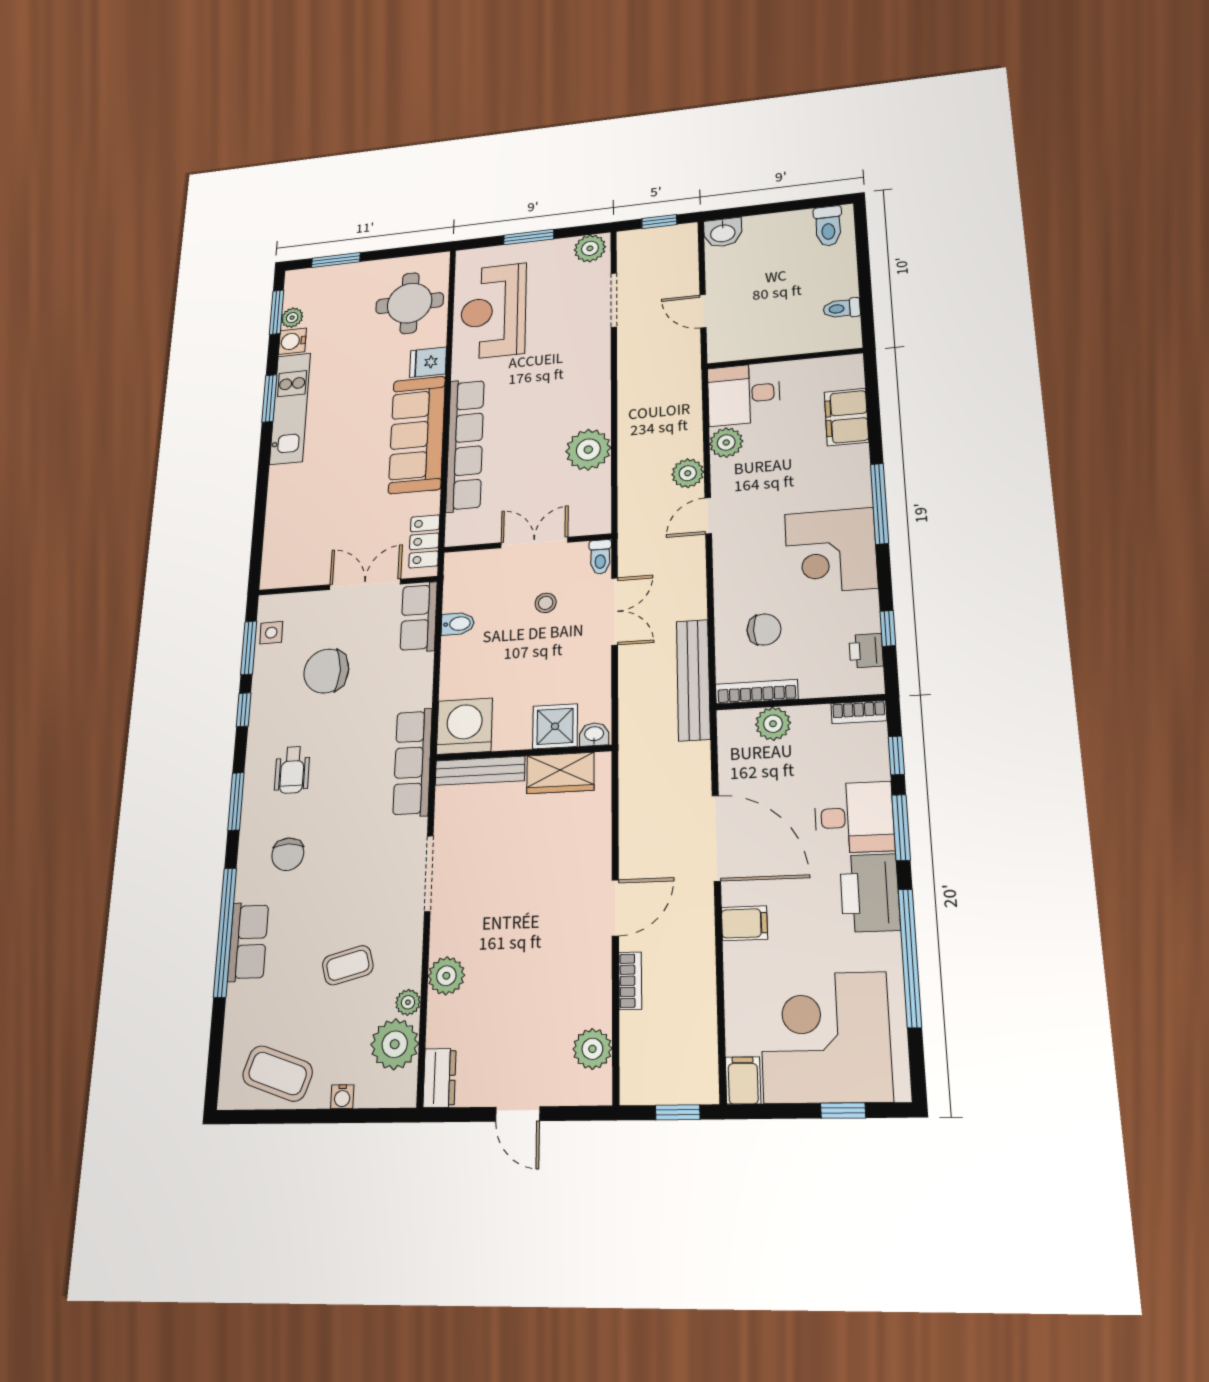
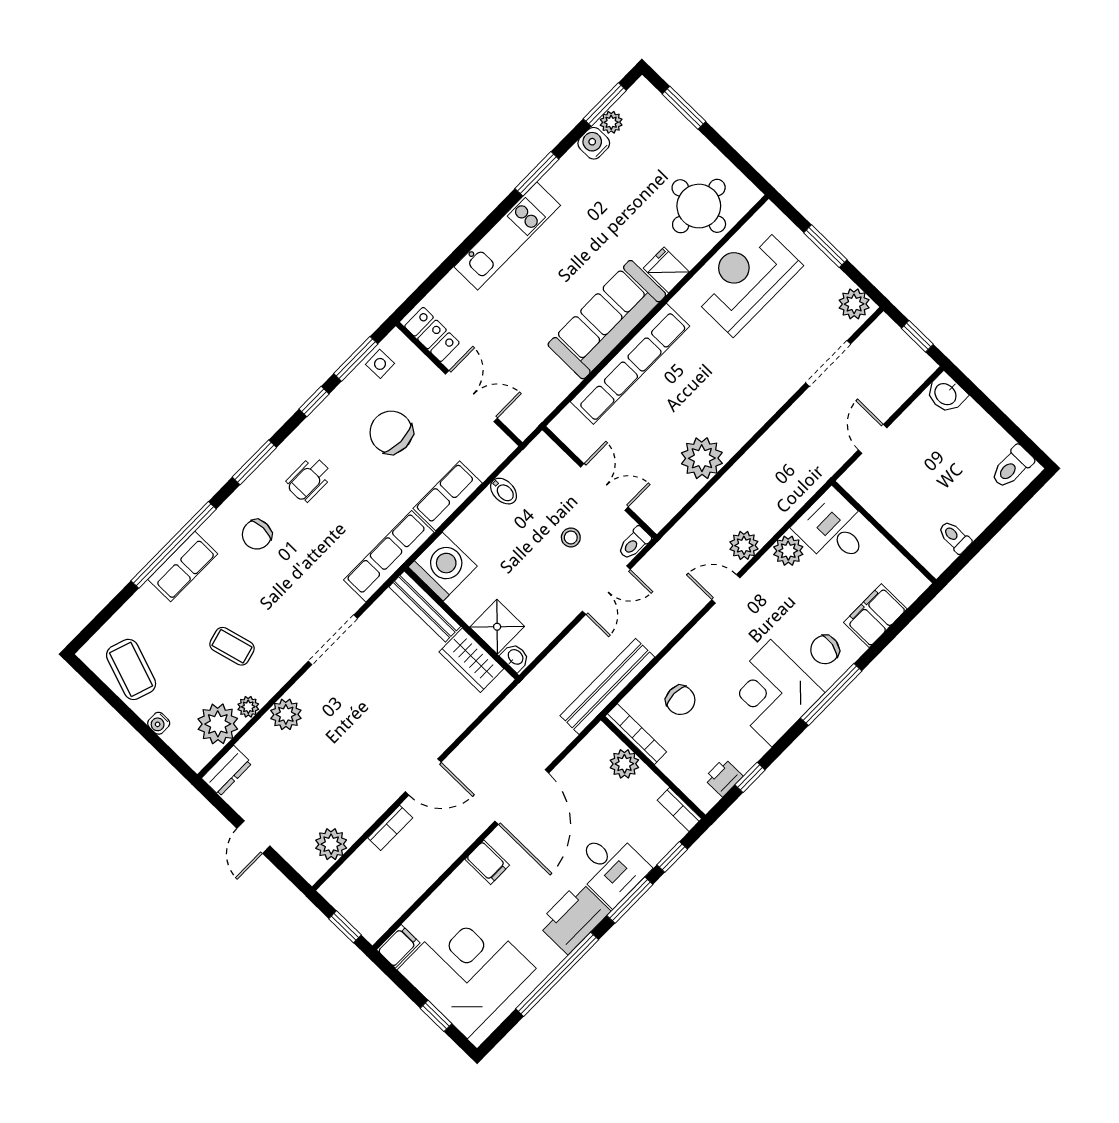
kitchen unit: (290, 408) -> (507, 236), moved
chair: (836, 478) -> (825, 650), added
locker: (424, 541) -> (432, 334), moved, turned 90
row of seats: (419, 617) -> (448, 496), moved

